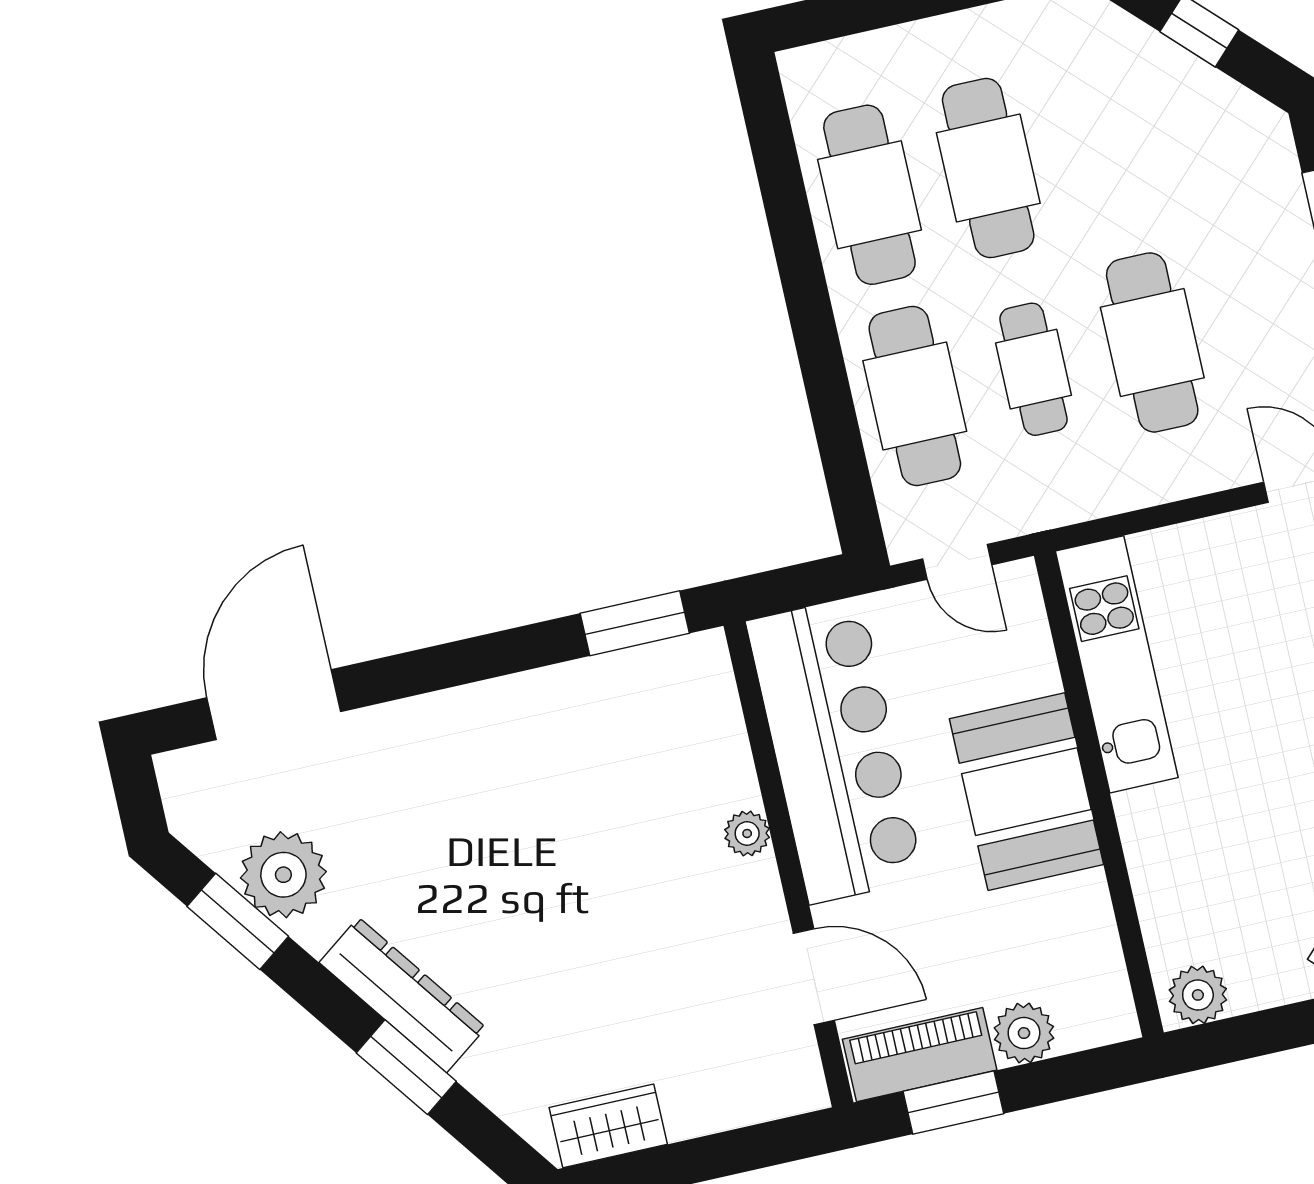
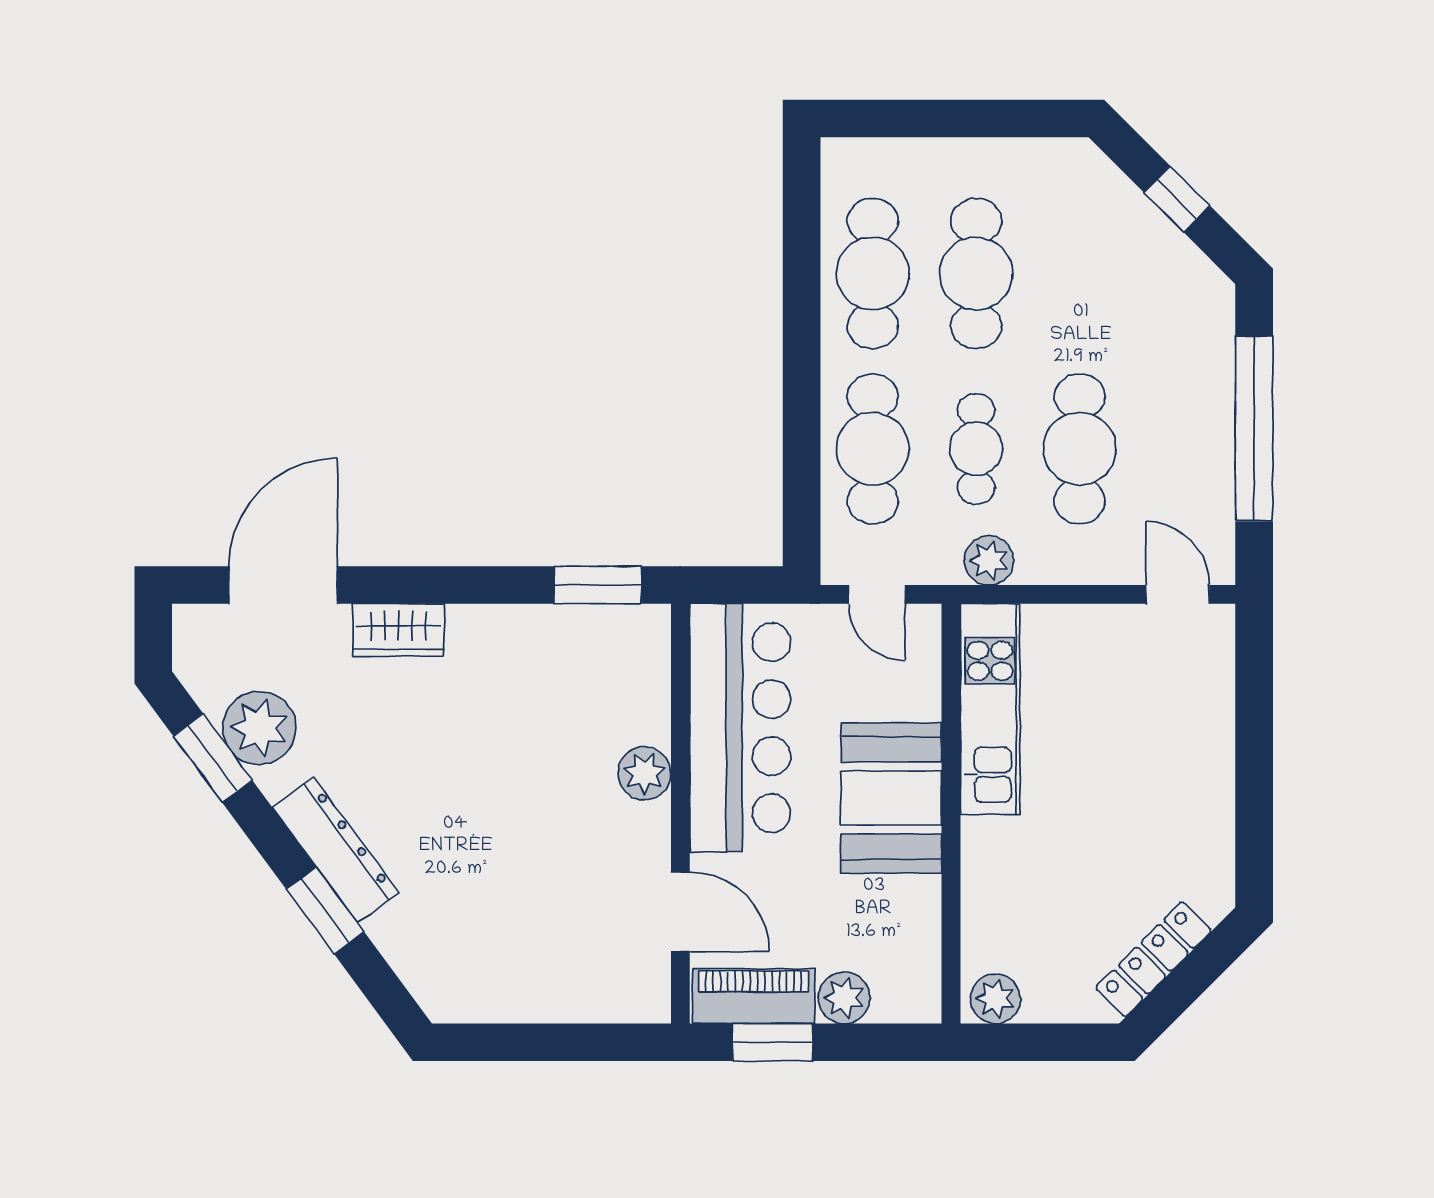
plant: (1077, 494) -> (989, 560), added
plant: (747, 833) -> (644, 773), width x1.38, depth x1.38
wardrobe: (608, 1126) -> (398, 630), moved, turned 180

